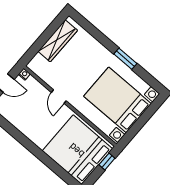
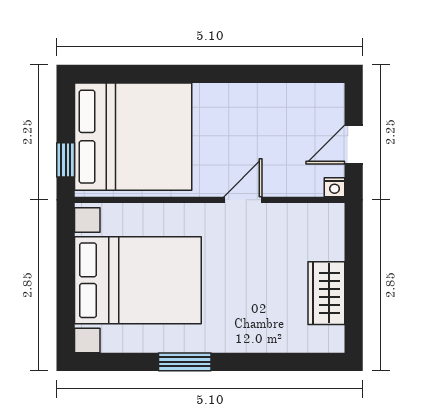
wardrobe: (58, 41) -> (326, 293), width x0.67
door: (59, 97) -> (243, 200), hinge flipped

